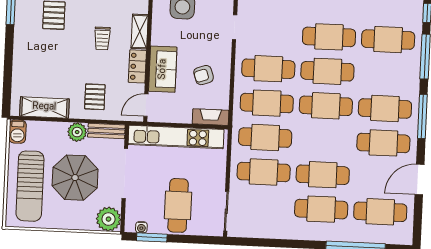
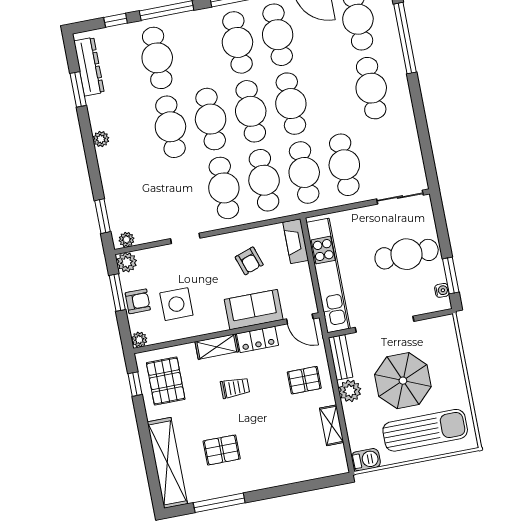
shelving: (44, 107) -> (332, 425), width x0.67, depth x0.75
cafe table: (323, 175) -> (291, 104), moved
plant: (108, 219) -> (442, 331), removed

